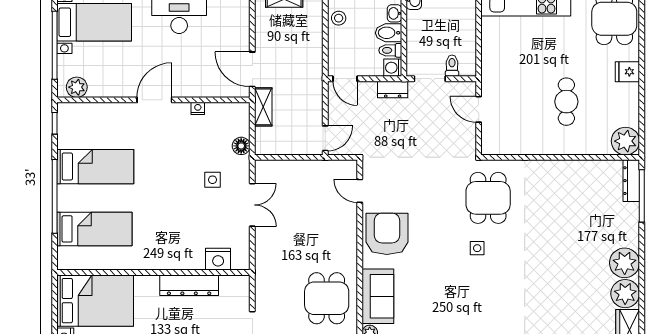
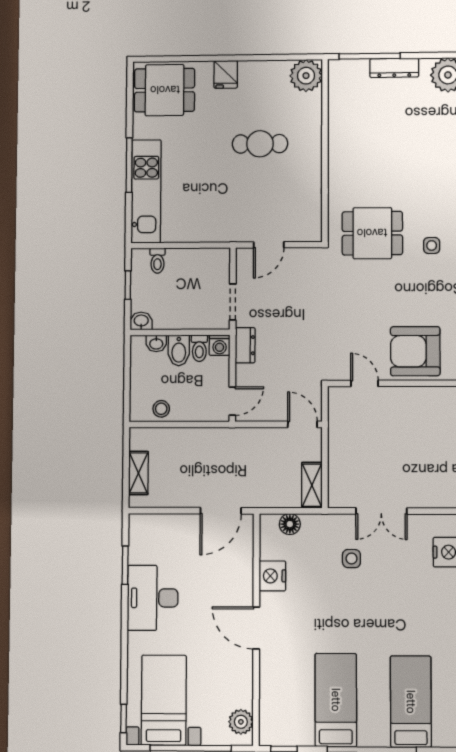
toilet: (452, 66) -> (157, 261), moved, turned -90
shelving: (263, 107) -> (312, 485), moved, turned 90
nightstand: (198, 108) -> (272, 576), width x1.89, depth x1.79
floor lamp: (241, 146) -> (290, 524), moved
dresser: (631, 181) -> (394, 68), moved
door: (360, 191) -> (364, 383), swing flipped
double door: (252, 205) -> (381, 511), swing flipped

